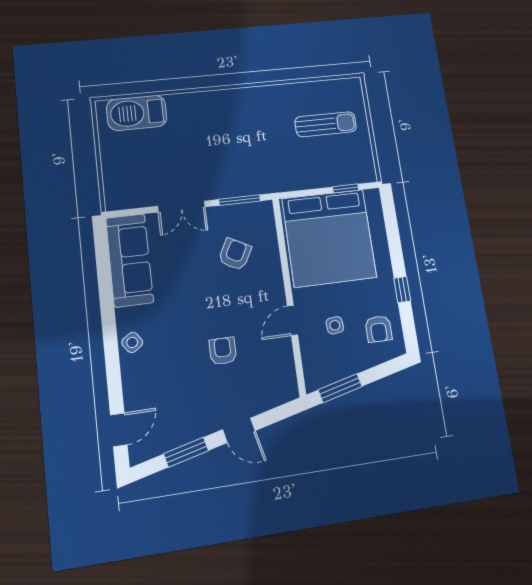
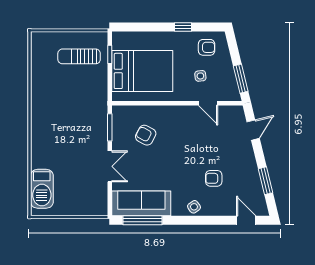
sun lounger: (326, 124) -> (79, 56), moved, turned -90
bed: (329, 238) -> (142, 71), width x0.73
window: (103, 265) -> (142, 220), added
door: (292, 320) -> (208, 103), moved
armchair: (223, 351) -> (214, 178), moved
door: (239, 430) -> (253, 130), moved

